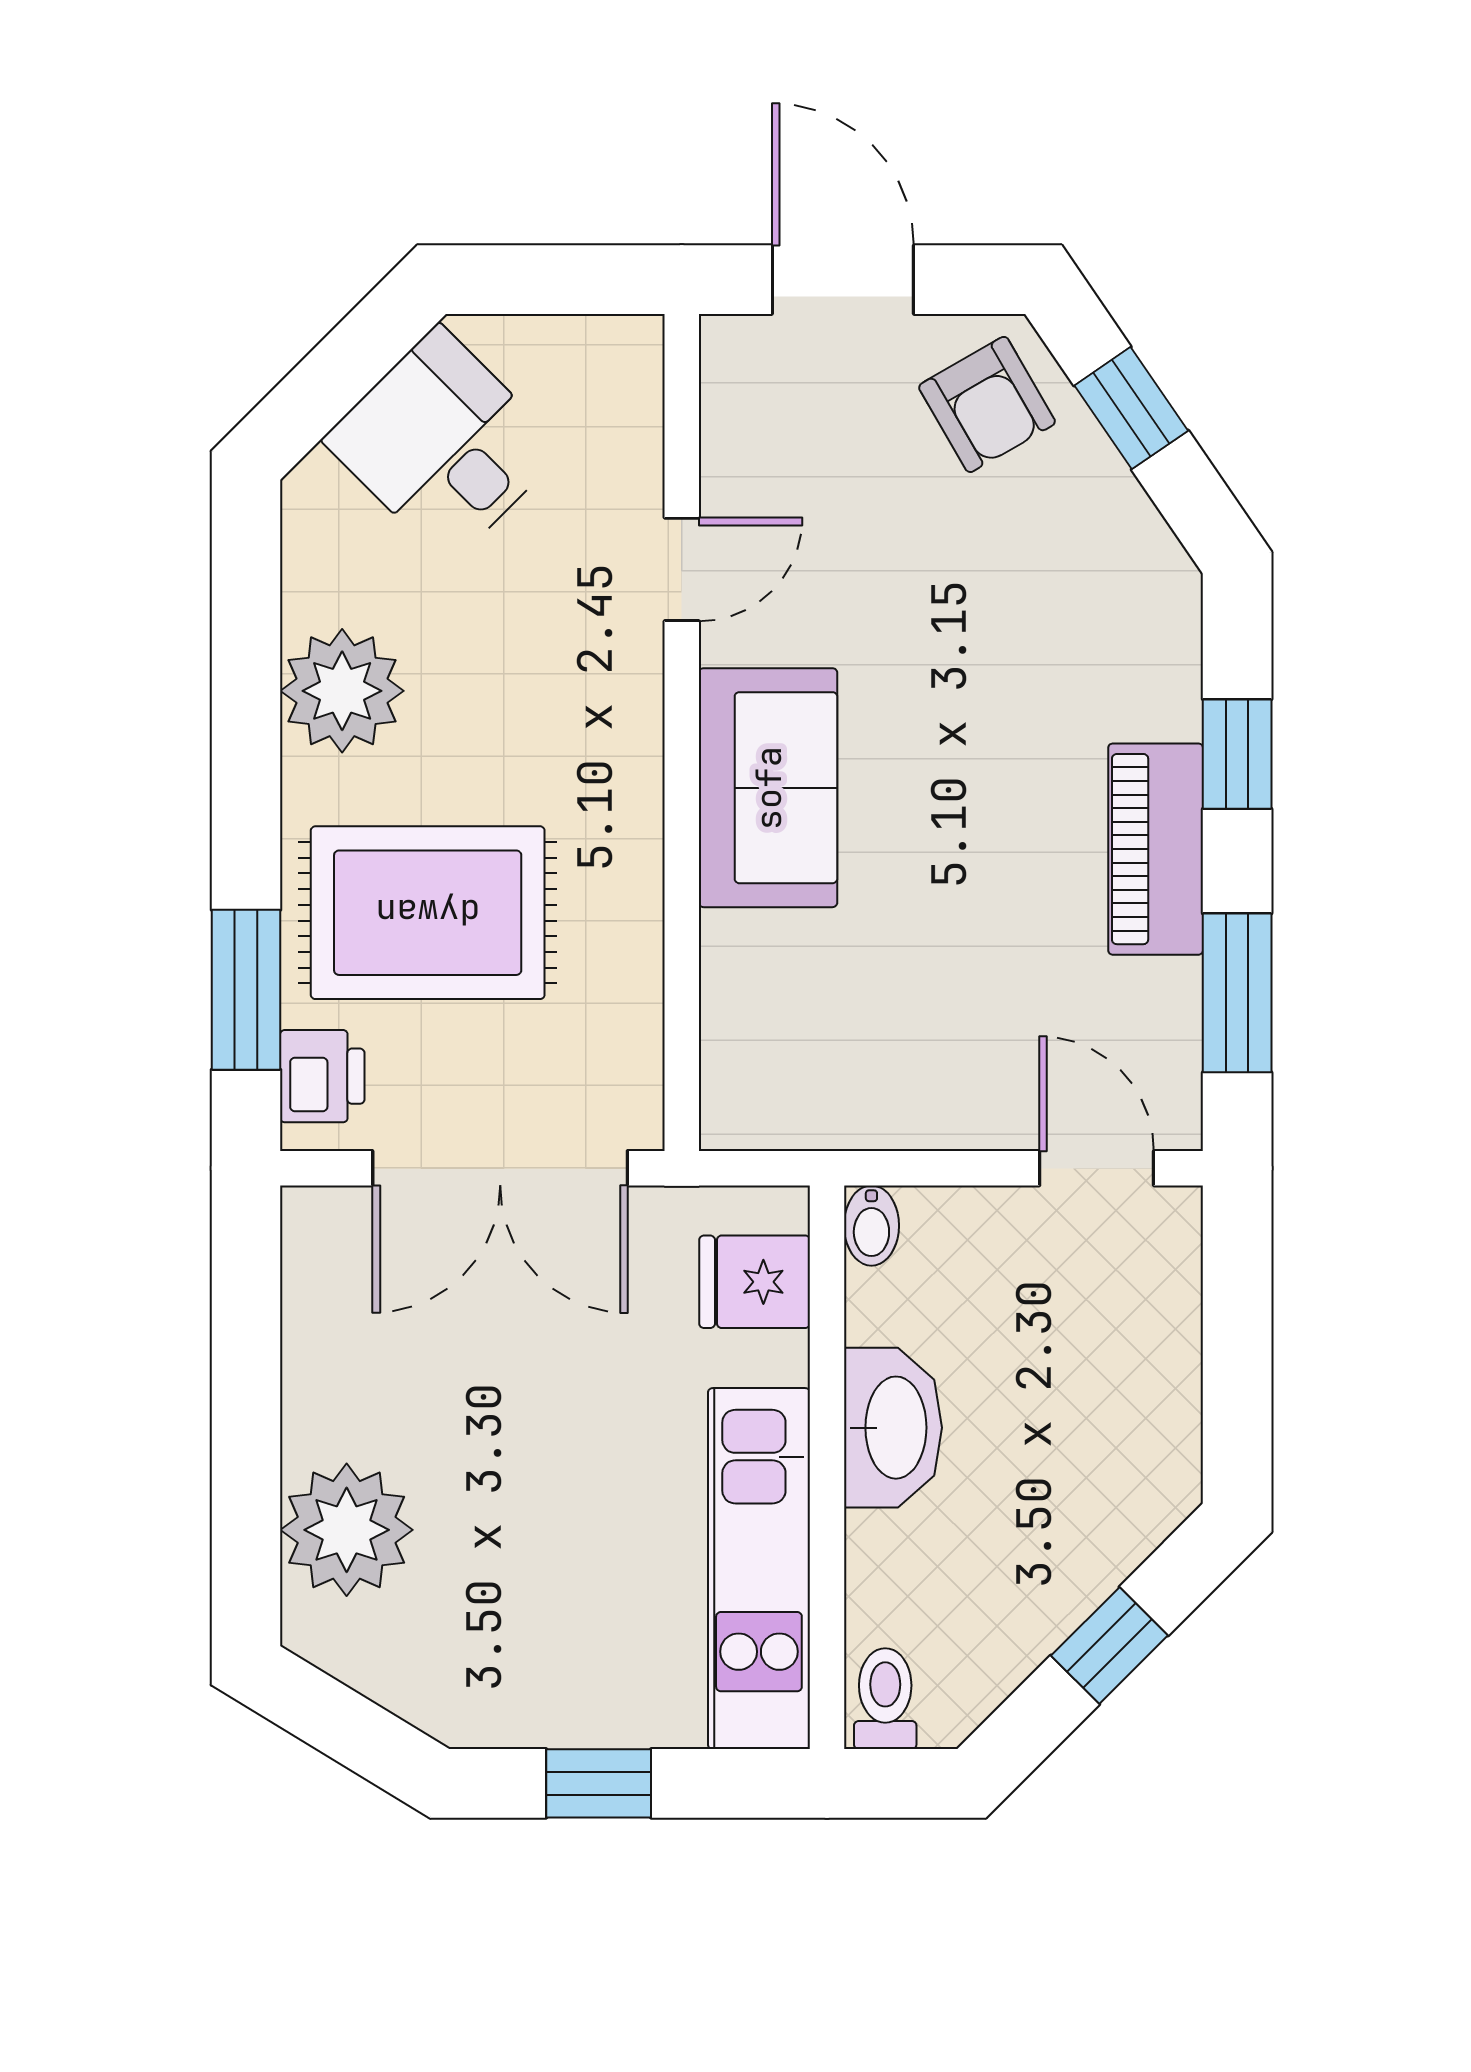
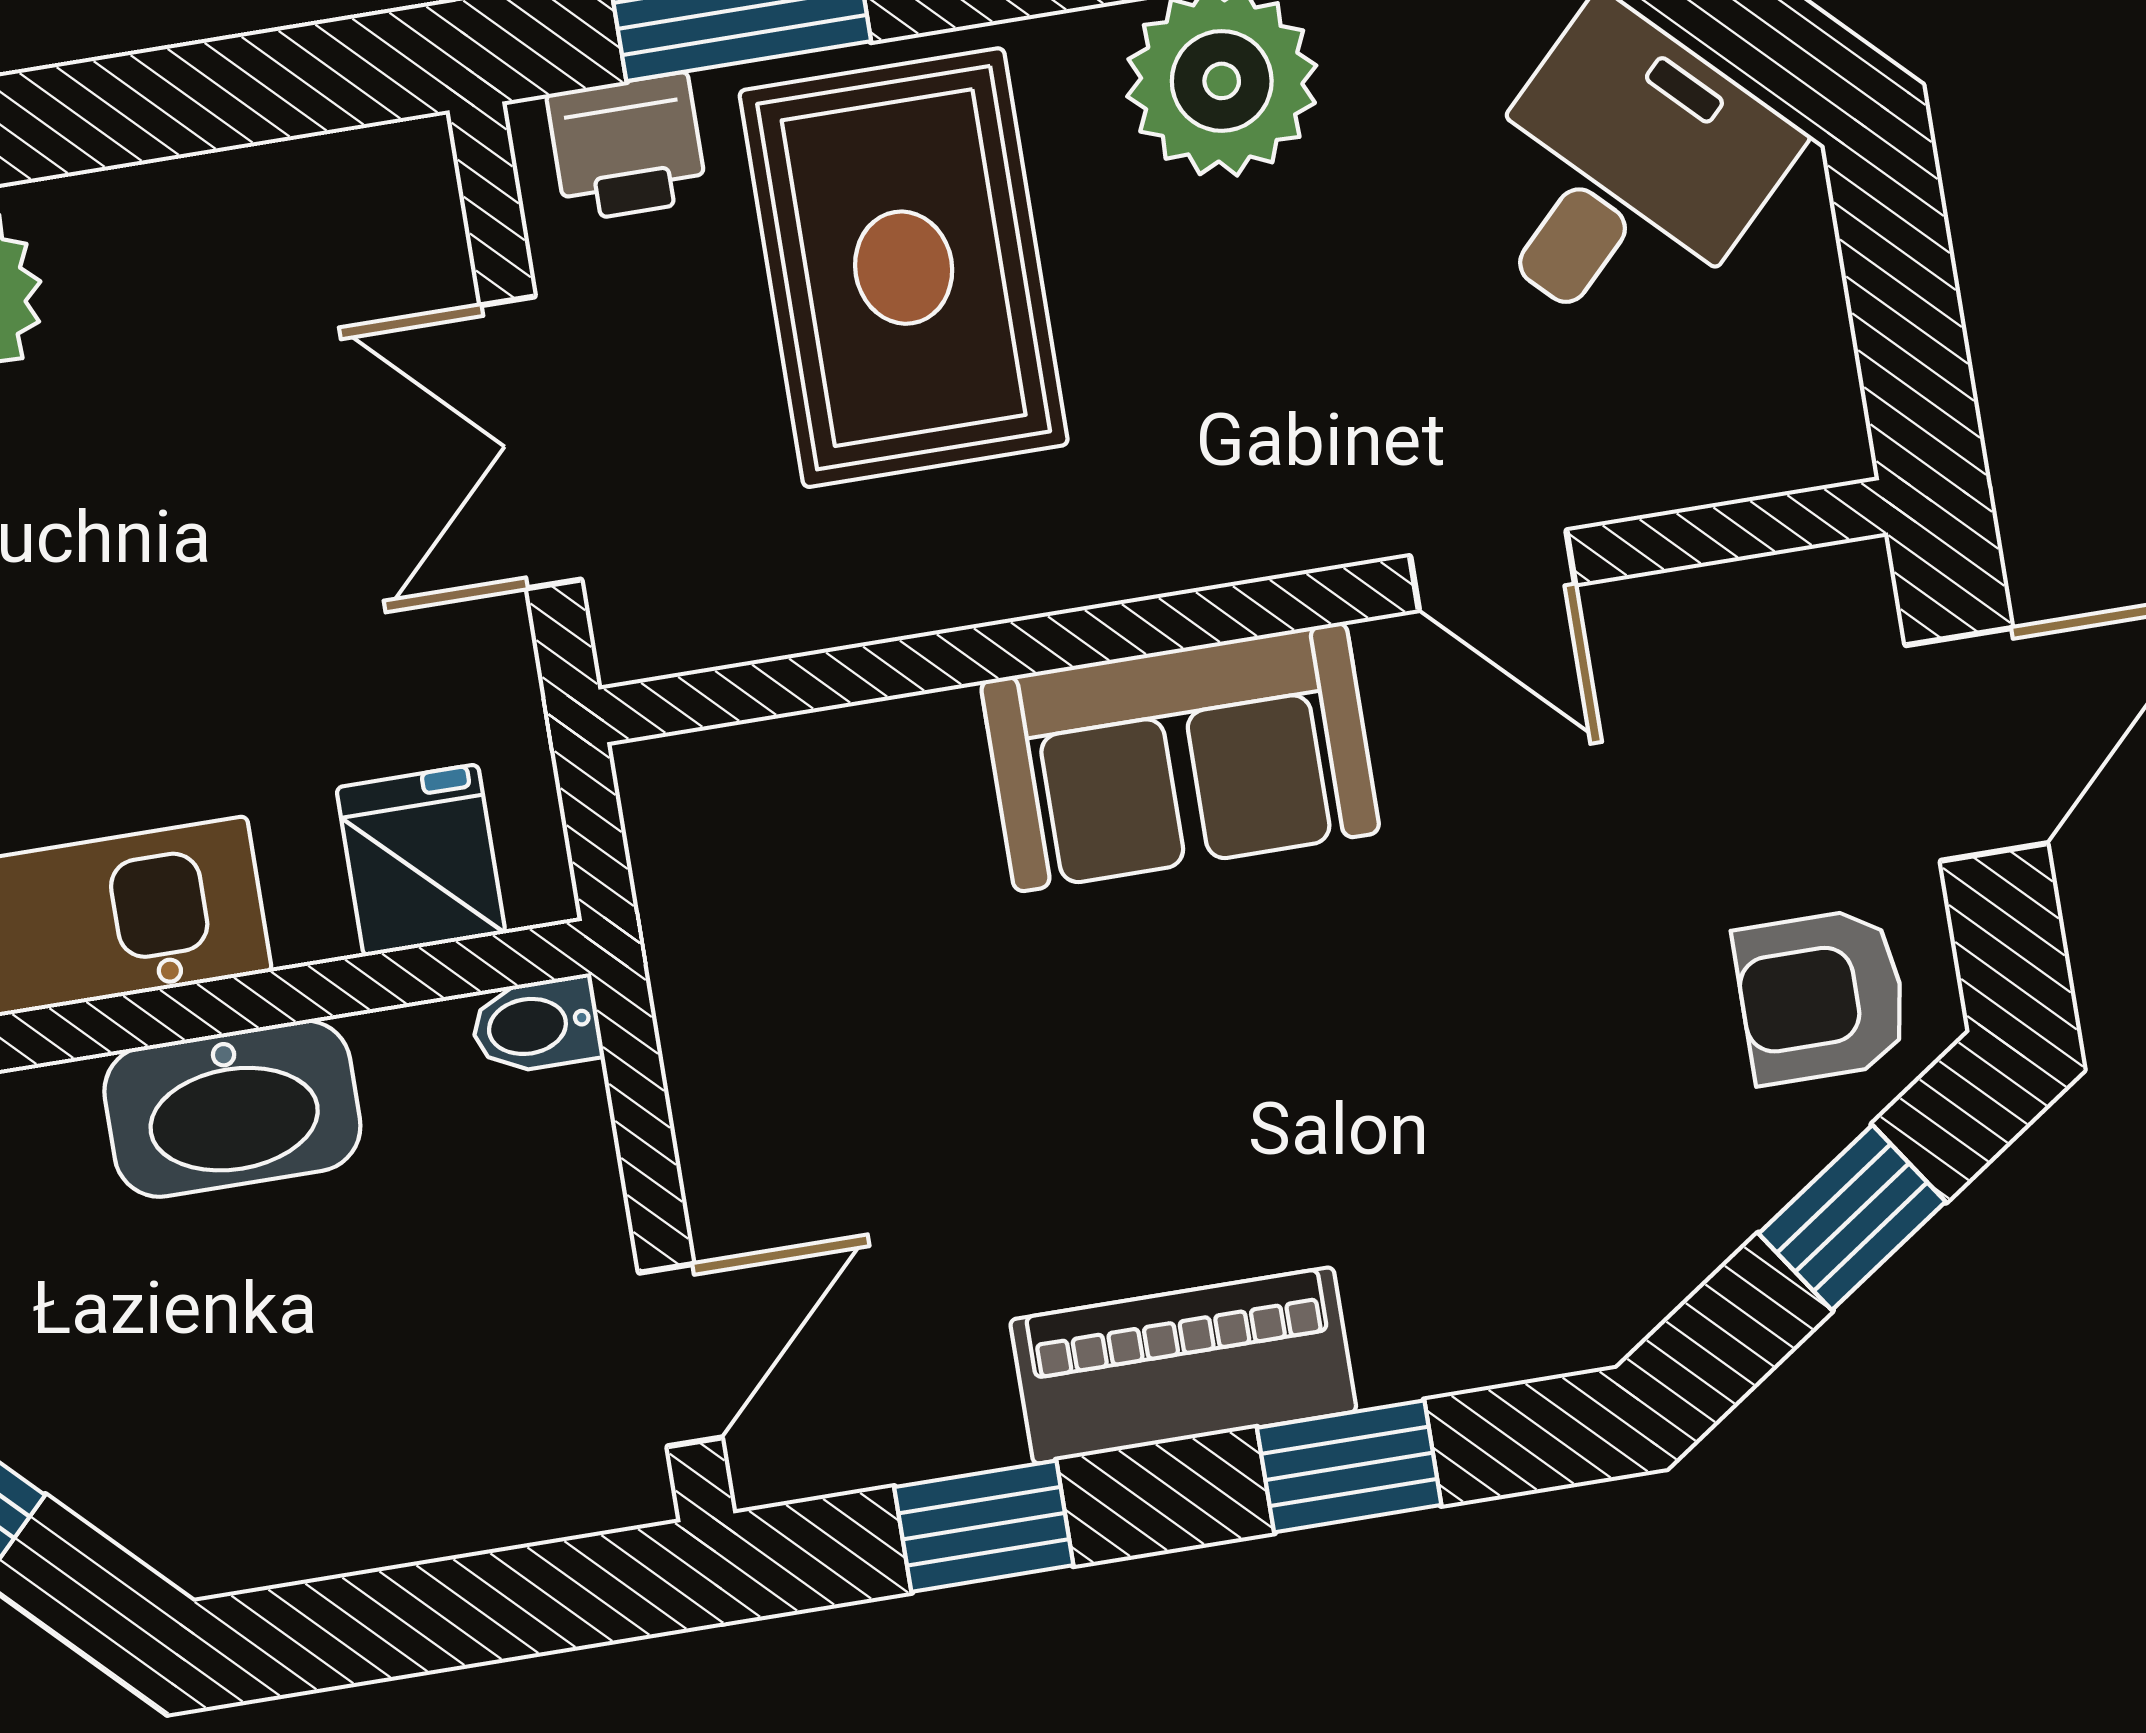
armchair: (987, 404) -> (1821, 996), turned 30
window: (1237, 993) -> (984, 1526), width x0.67
double door: (500, 1168) -> (531, 442), width x0.73

